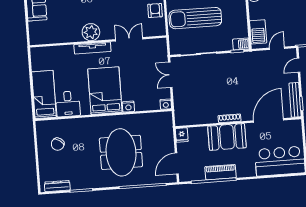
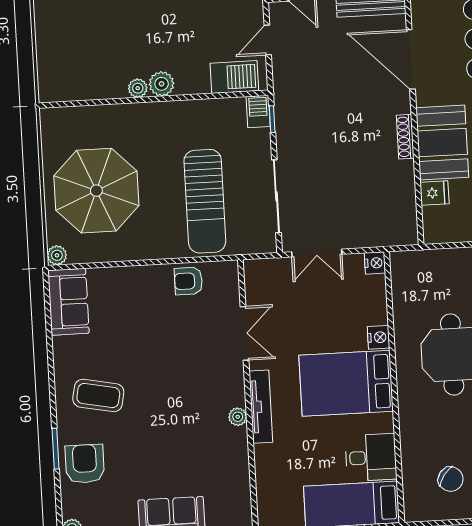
plant: (91, 32) -> (238, 417), width x0.53, depth x0.53
double door: (129, 39) -> (245, 333), swing flipped
door: (277, 48) -> (268, 40), hinge flipped
fridge: (182, 135) -> (435, 193), moved

